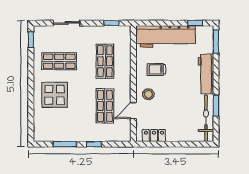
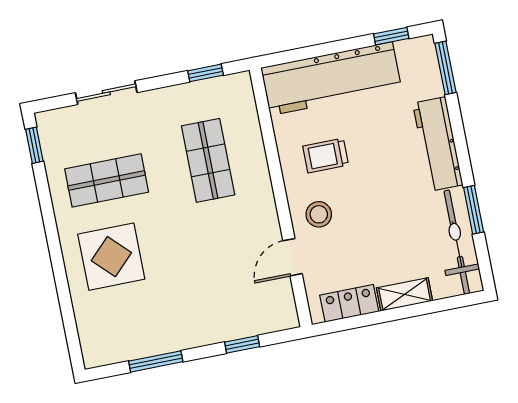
shop shelf: (105, 106) -> (228, 259), removed
shelving: (179, 136) -> (405, 294), added
window: (94, 144) -> (242, 344), moved

